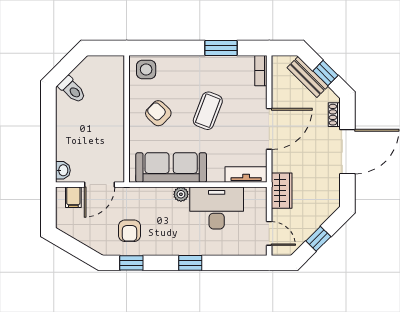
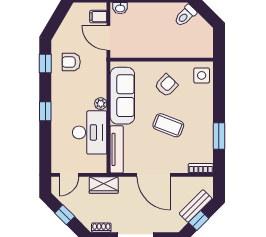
shoe rack: (334, 115) -> (101, 228), moved
tv unit: (246, 175) -> (117, 149), width x1.41

